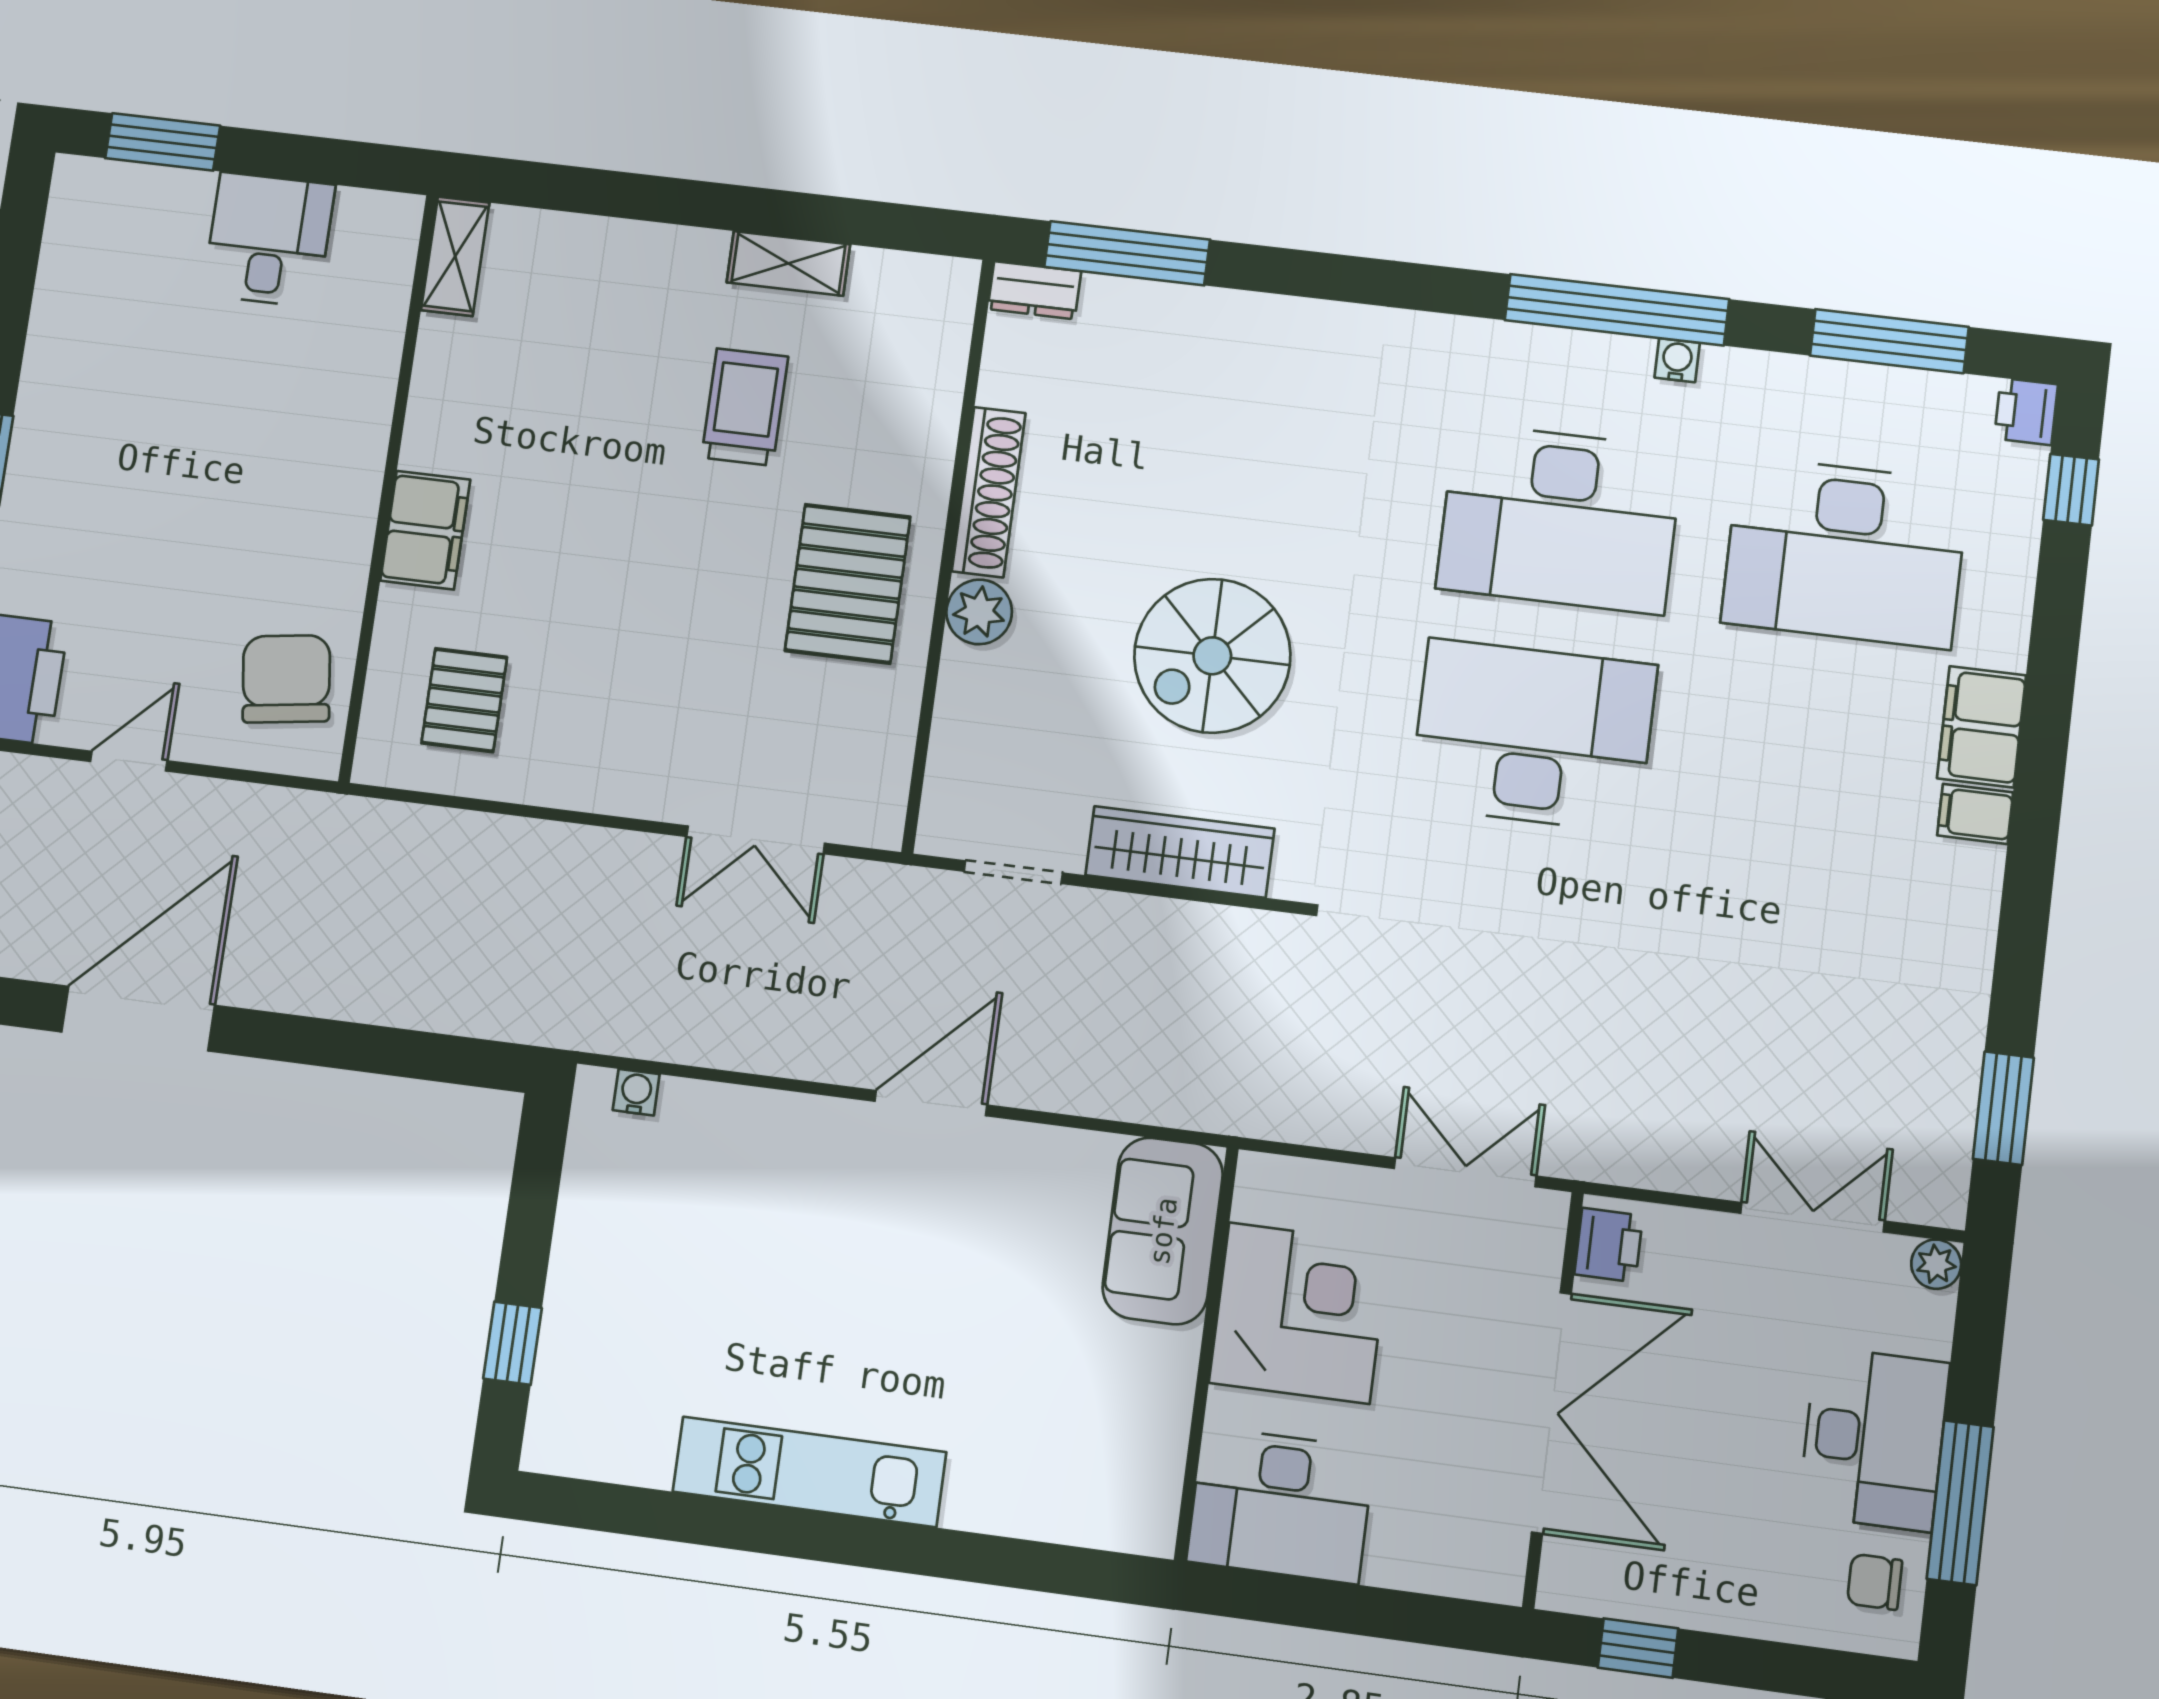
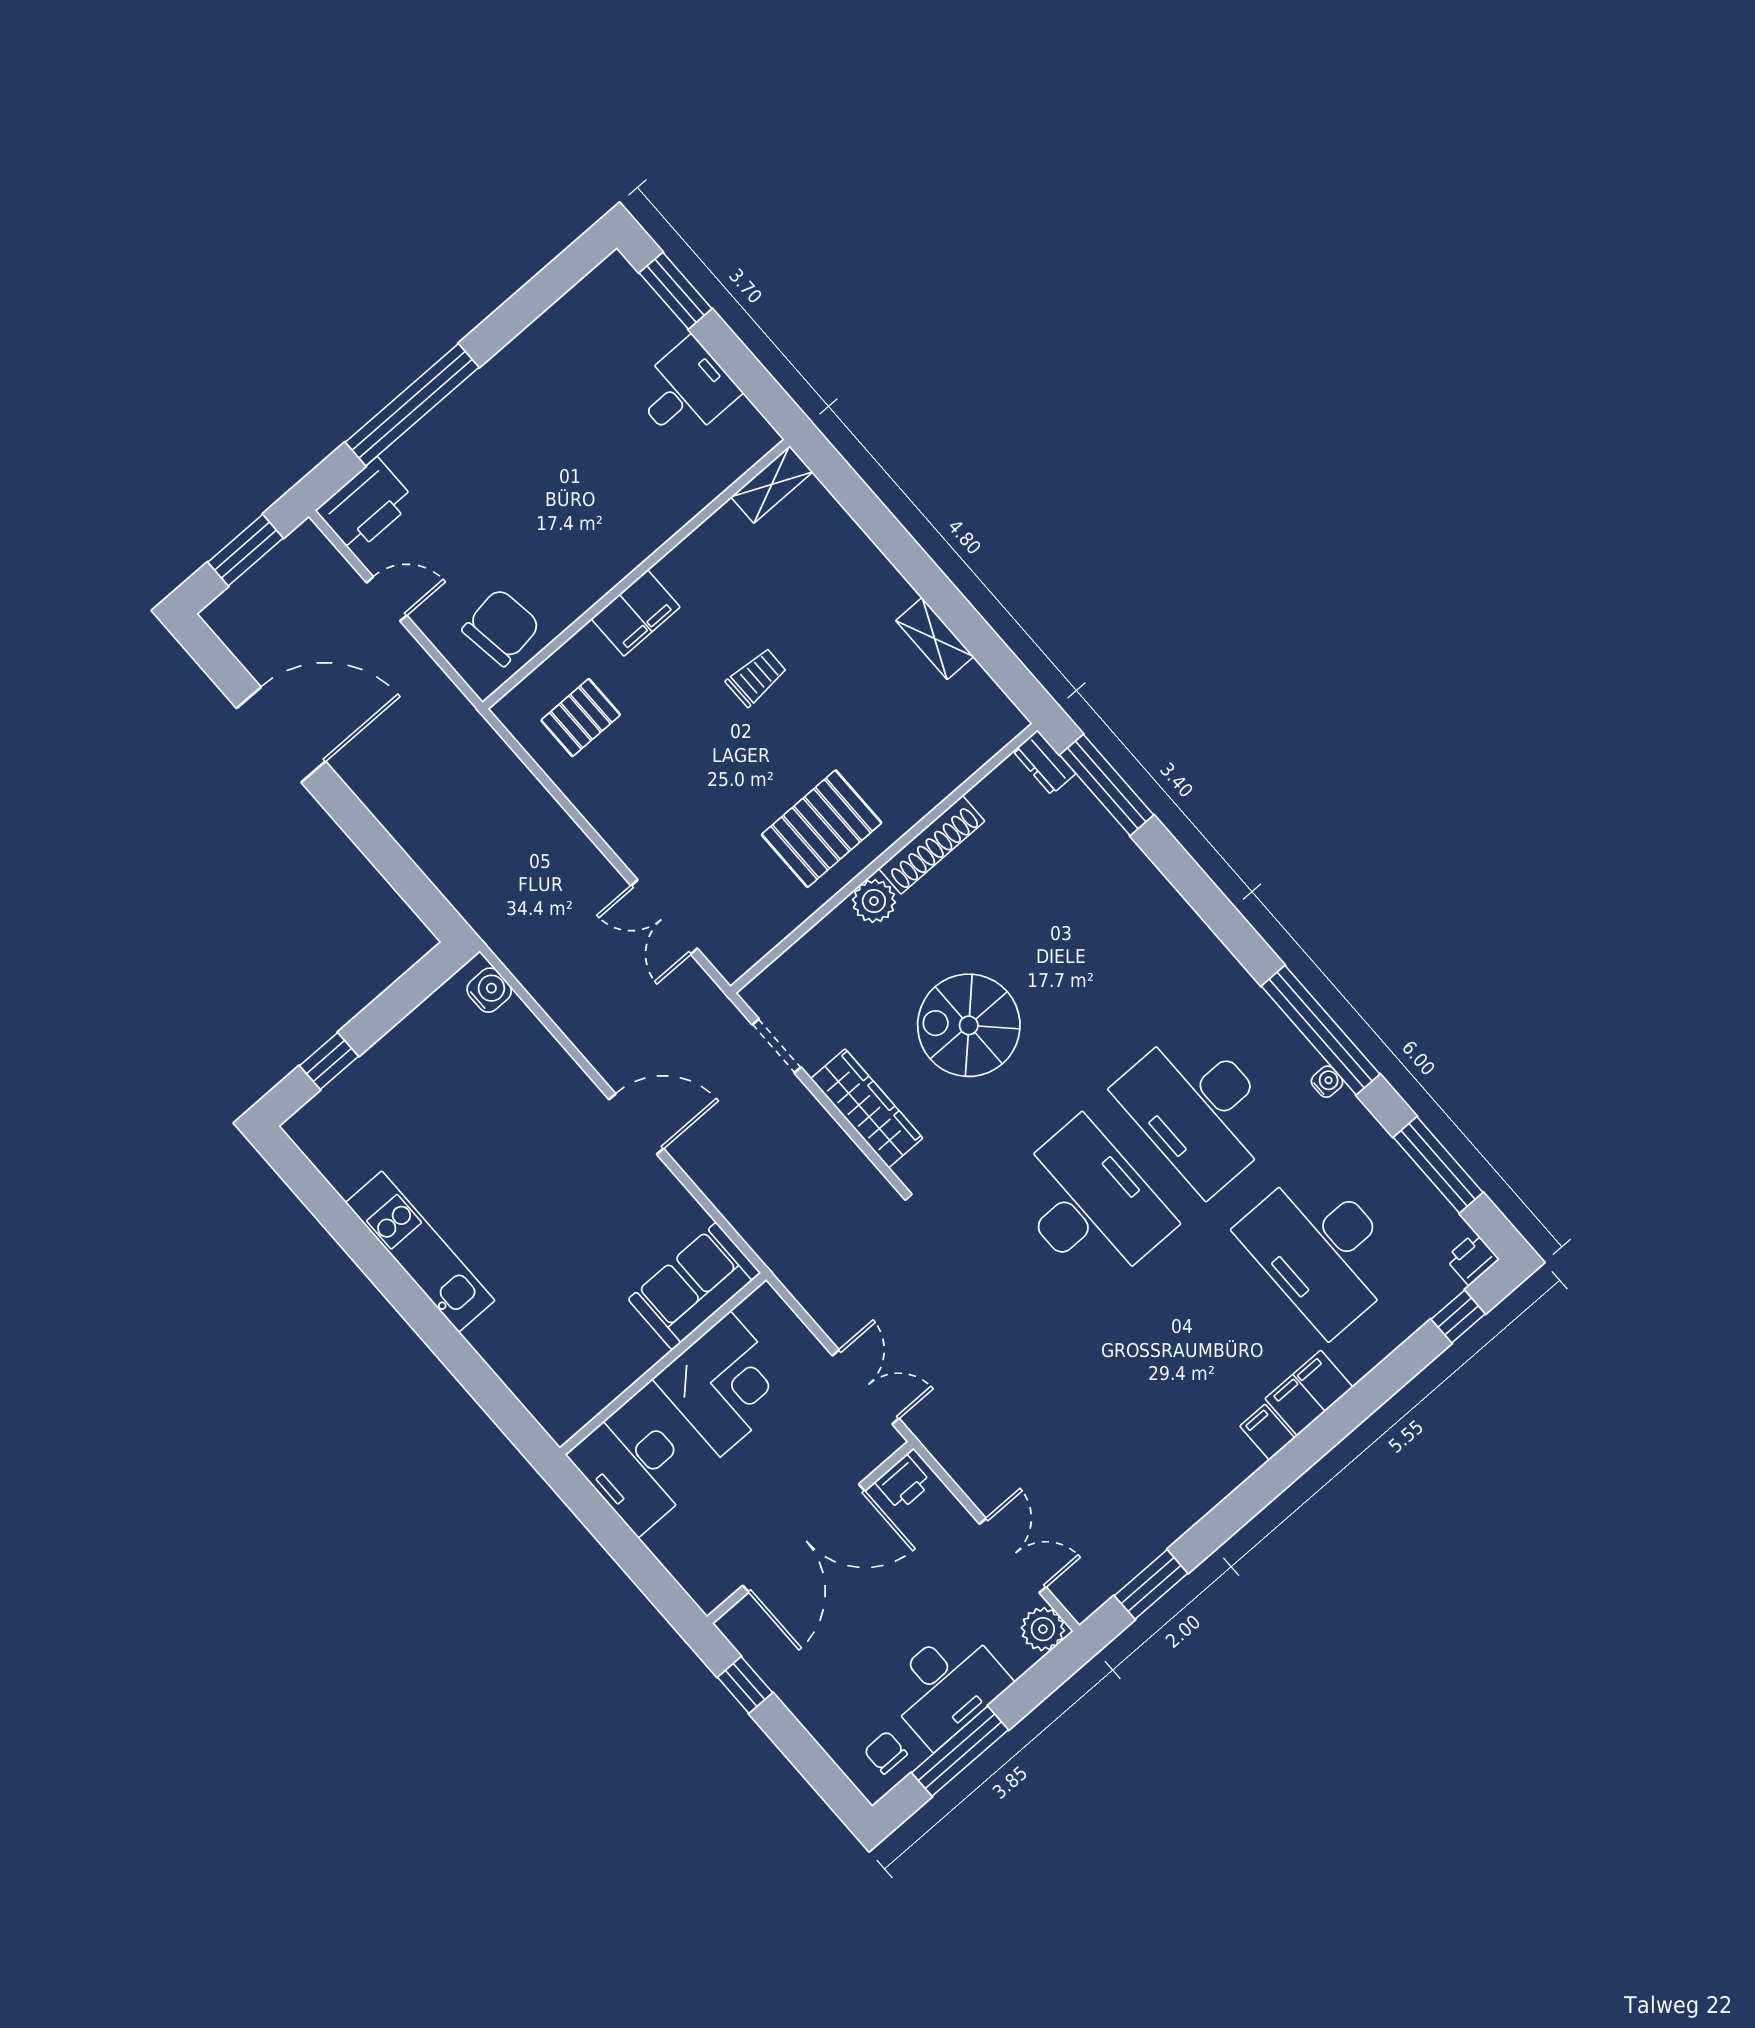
trolley: (745, 407) -> (756, 677), moved, width x0.73, depth x0.72
water cooler: (636, 1092) -> (489, 990), width x1.38, depth x1.38
plant: (1936, 1264) -> (1043, 1629), width x1.38, depth x1.38

